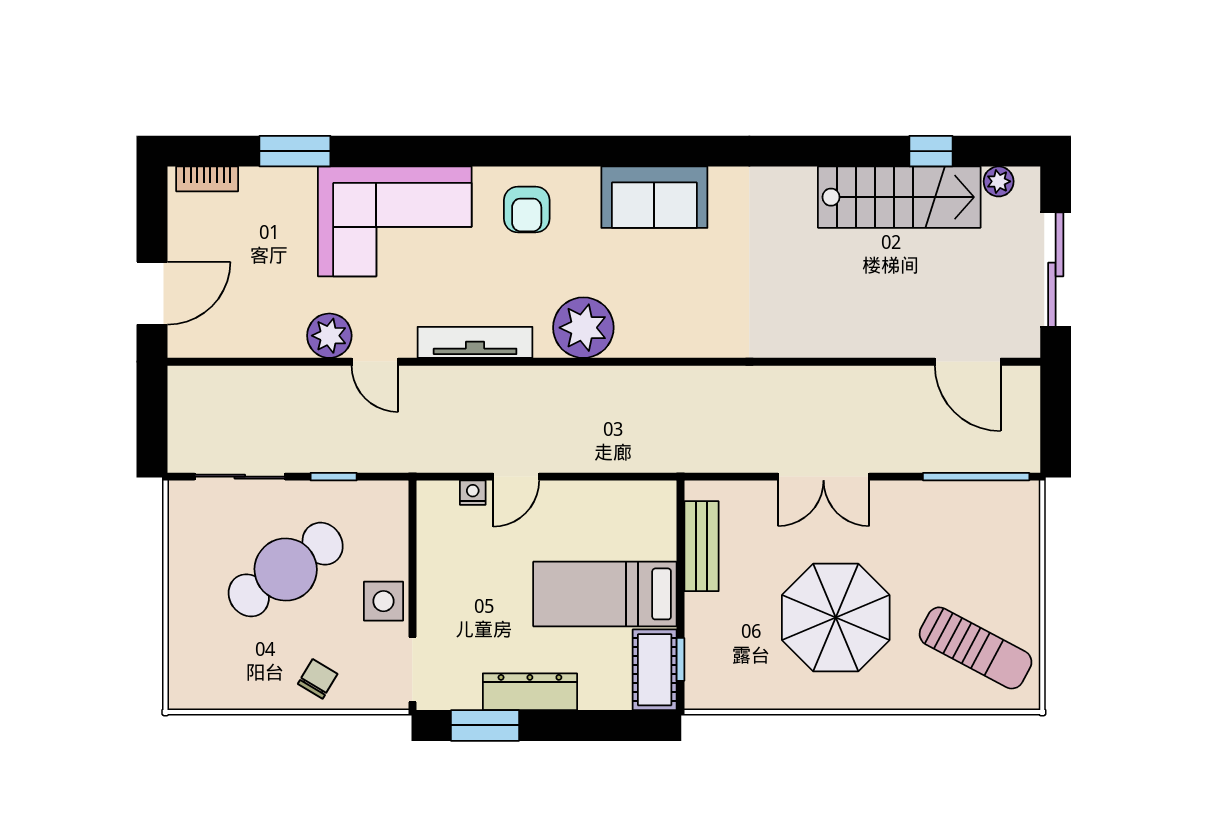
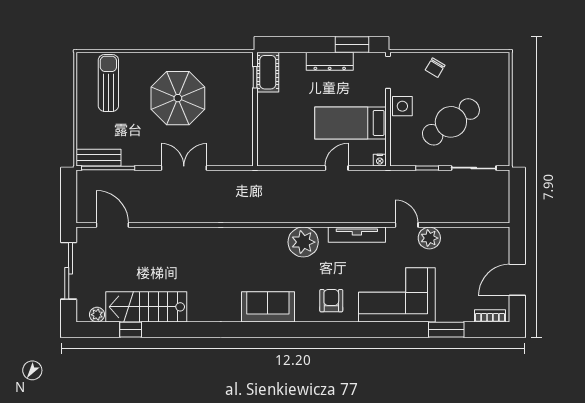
door: (152, 293) -> (517, 280), moved
nightstand: (473, 493) -> (380, 160), moved
bench: (701, 546) -> (99, 158), moved, turned 90
bed: (605, 594) -> (350, 123), moved, turned 180
sun lounger: (976, 648) -> (108, 83), turned 62

